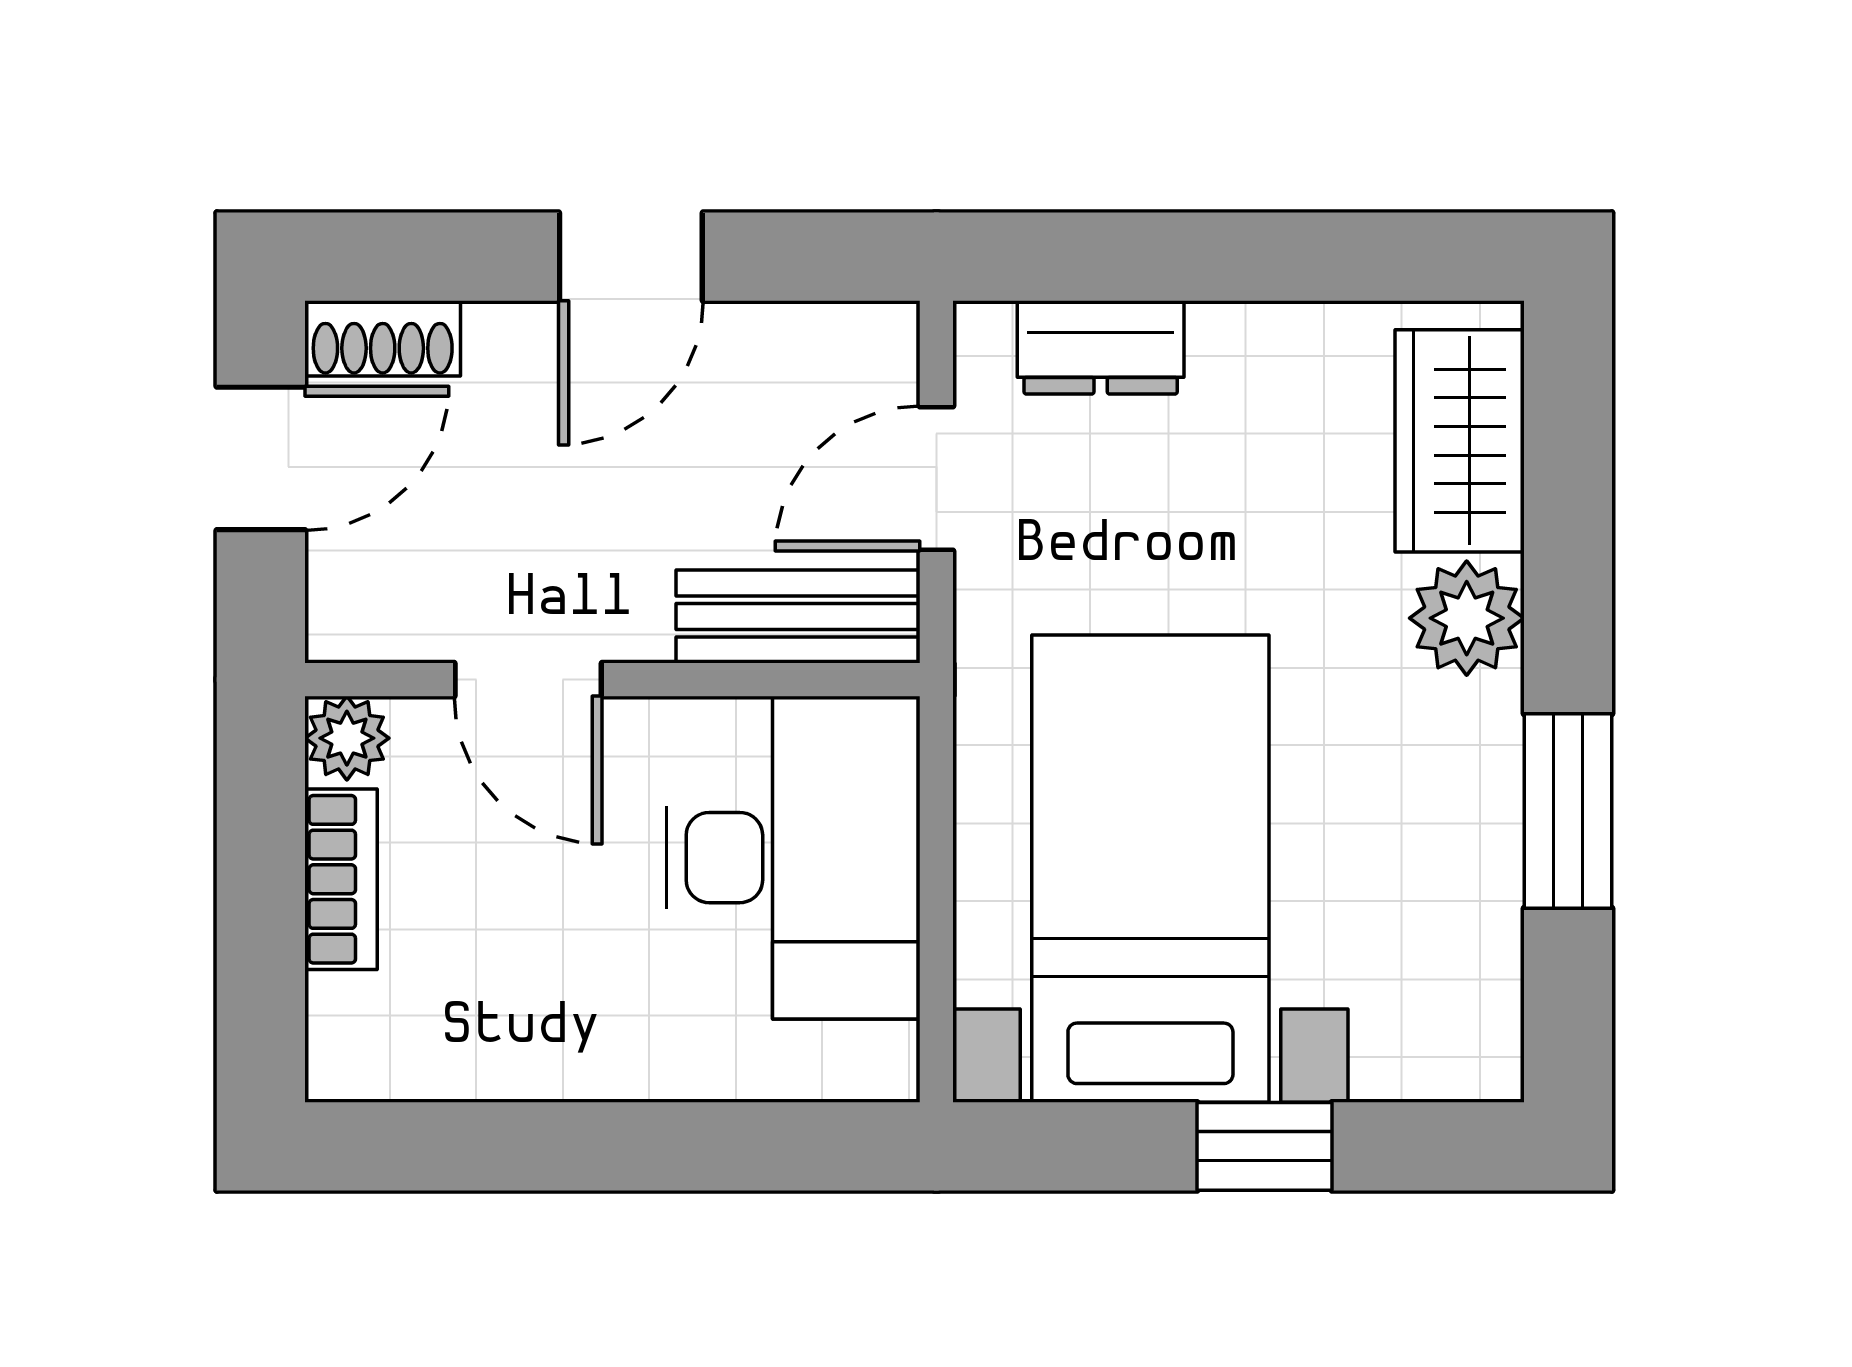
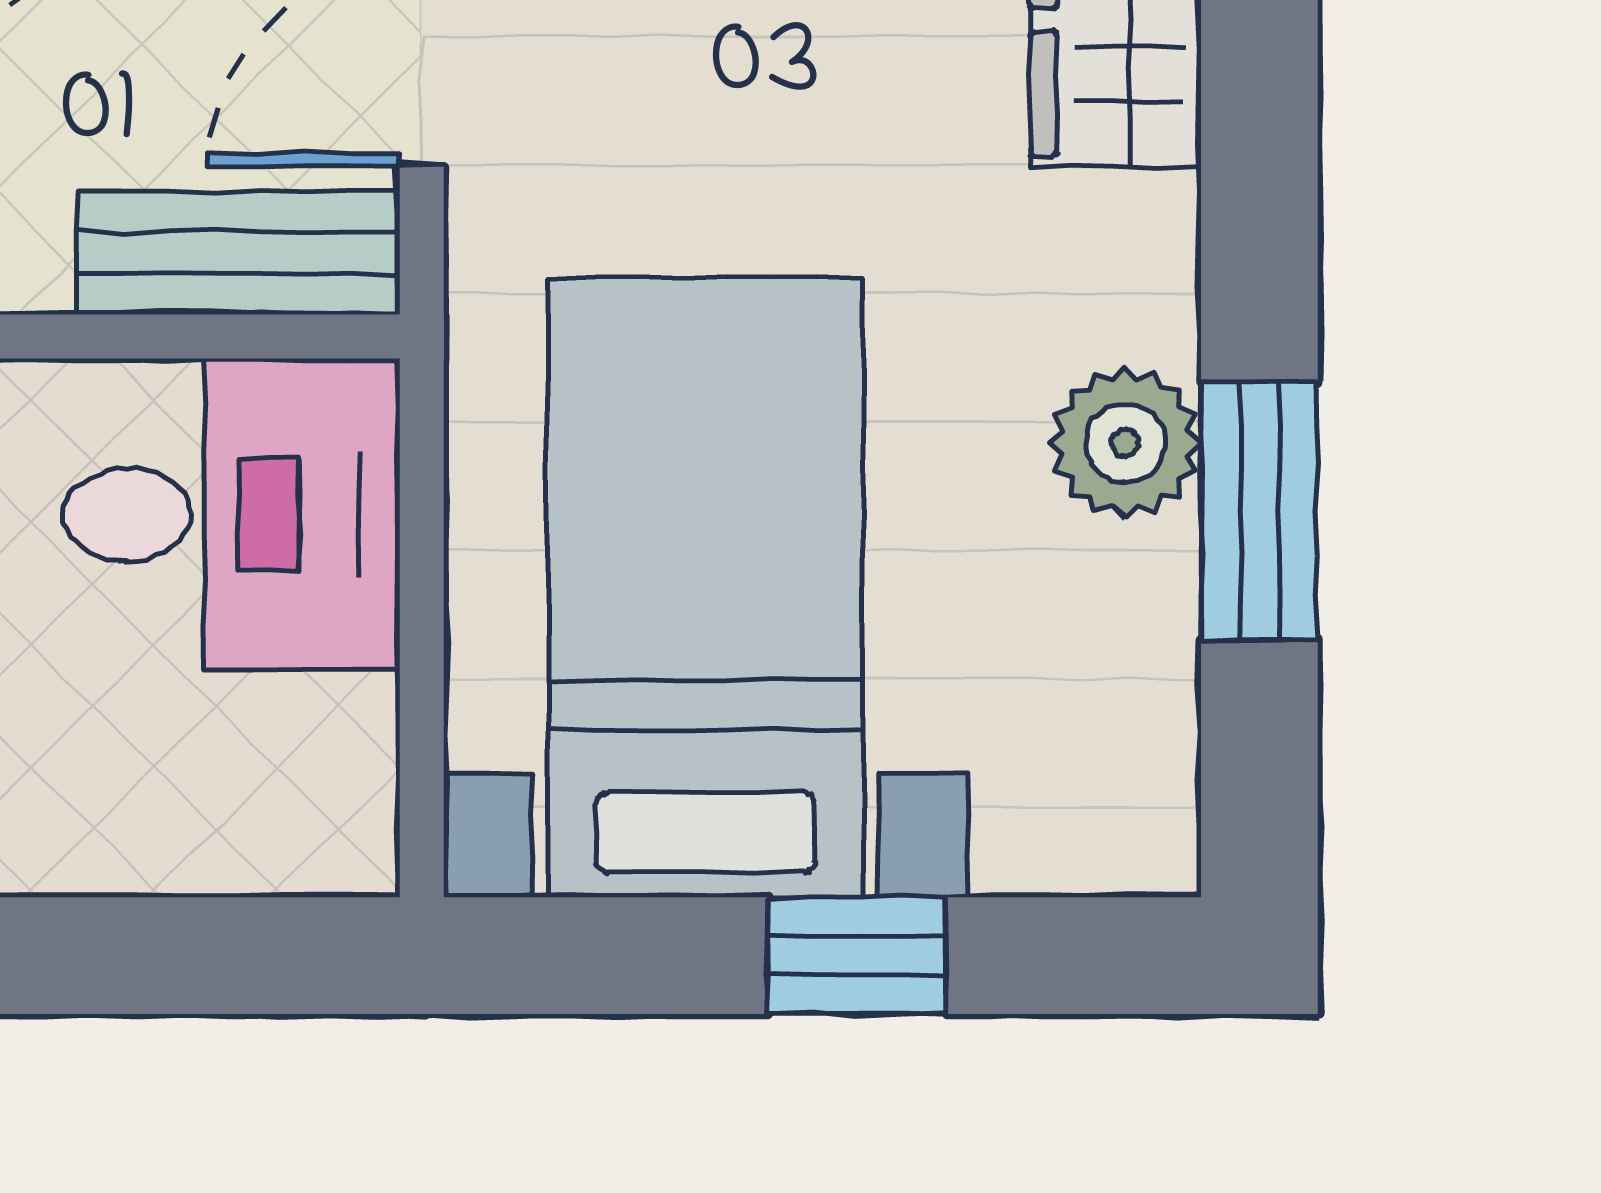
plant: (1467, 618) -> (1125, 443), moved
desk: (793, 858) -> (231, 514), width x0.73

